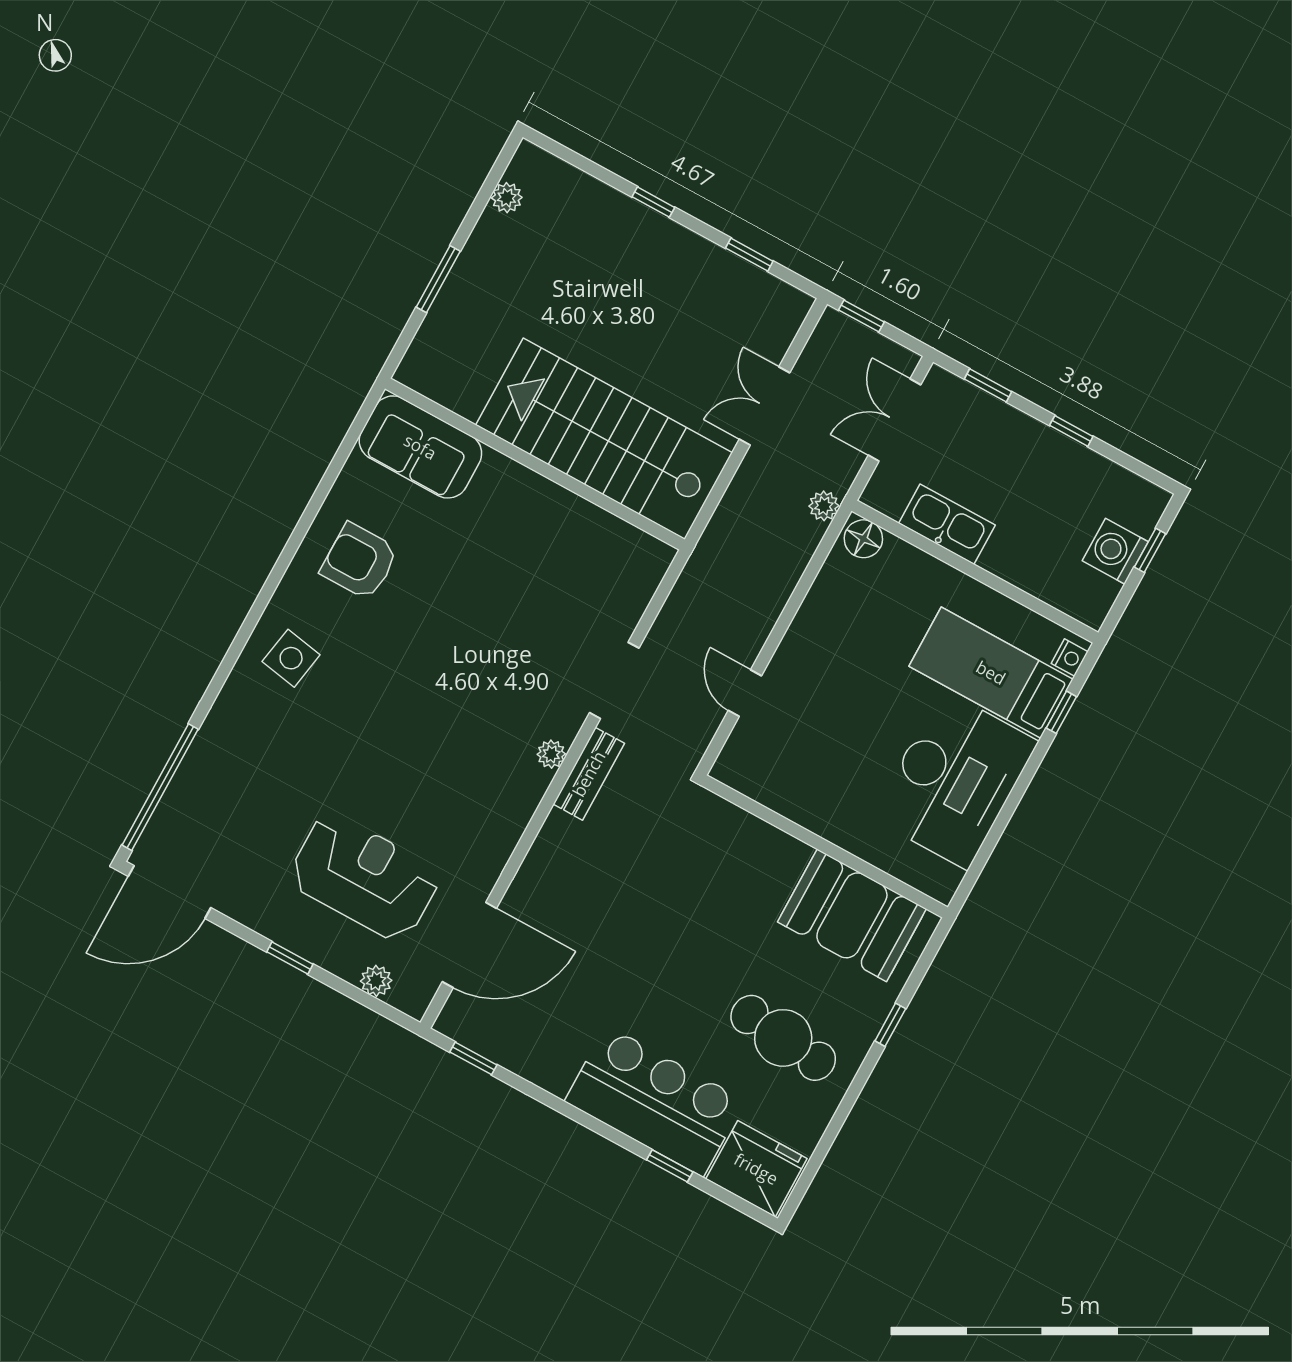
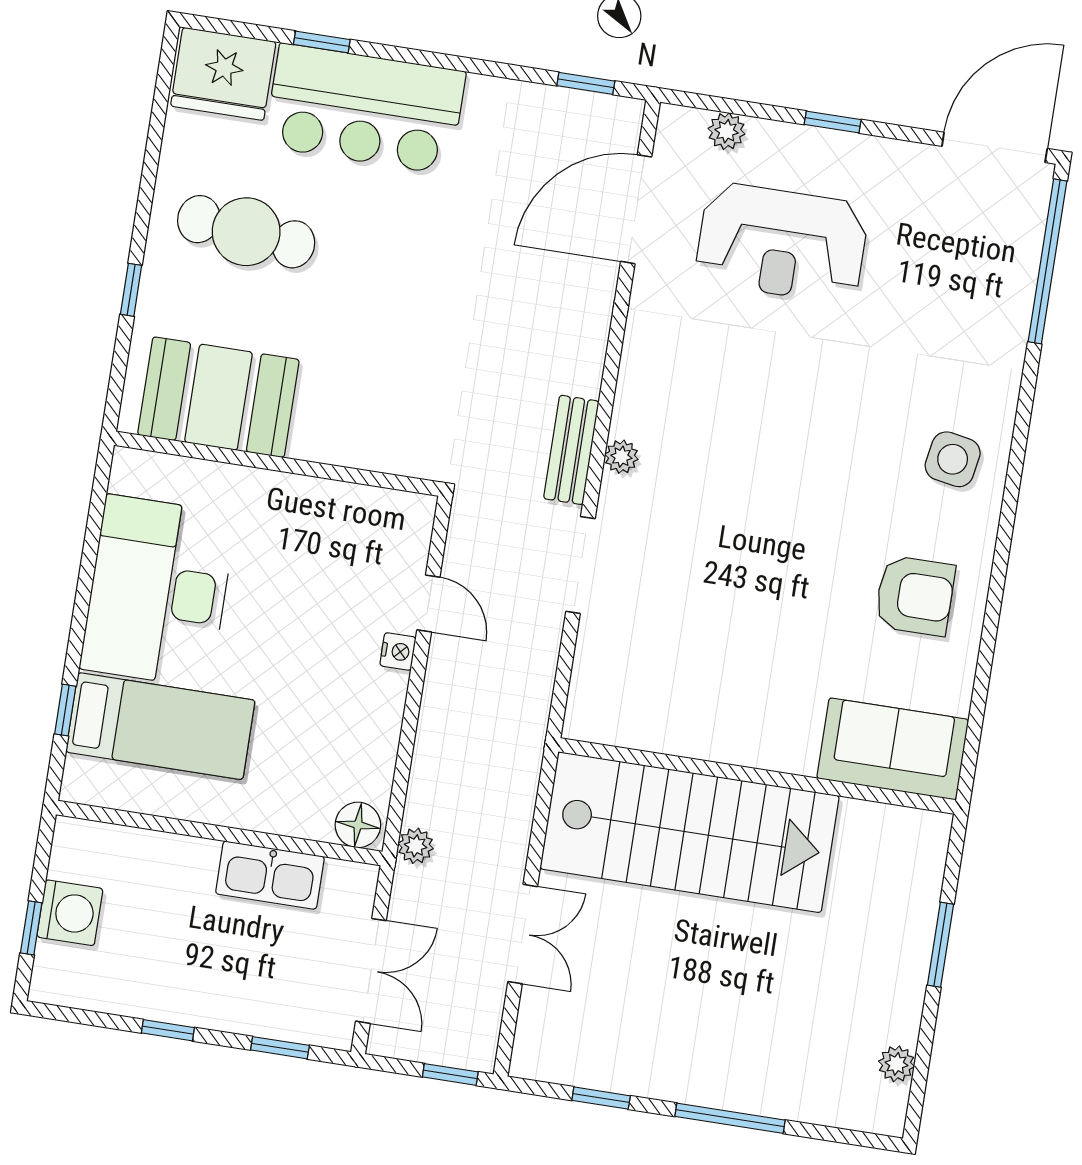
window: (653, 202) -> (730, 1118), width x2.17
nightstand: (1070, 658) -> (398, 651), moved, turned 180

